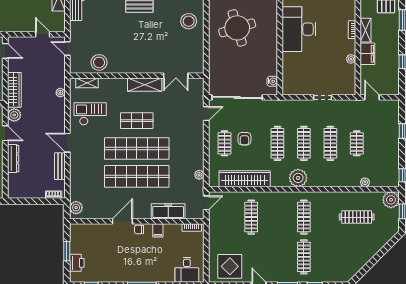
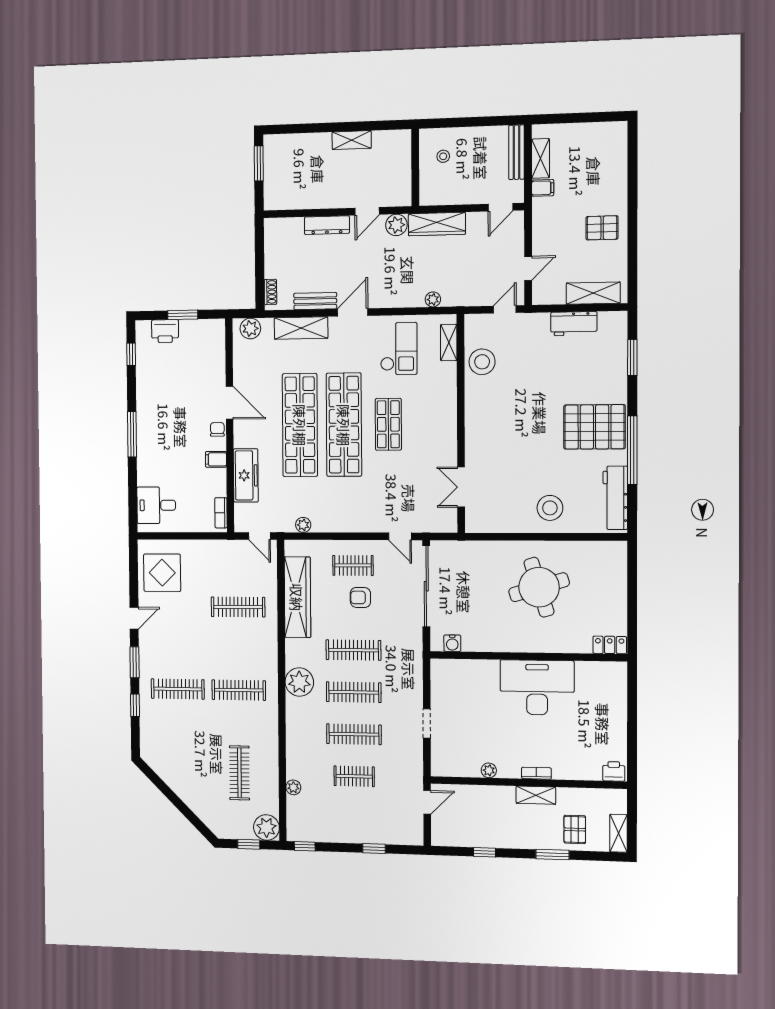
filing cabinet: (367, 54) -> (497, 797), removed
shelving: (145, 85) -> (301, 328), moved, turned 90

